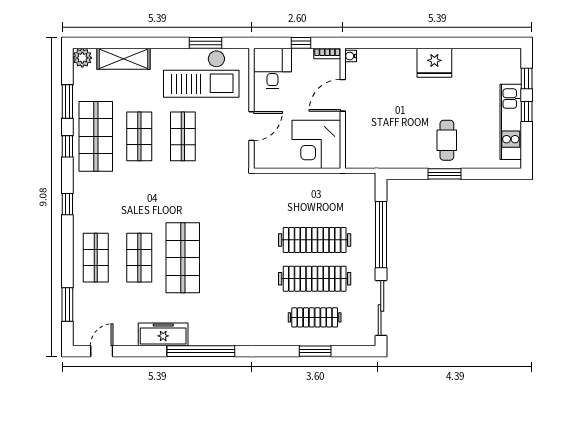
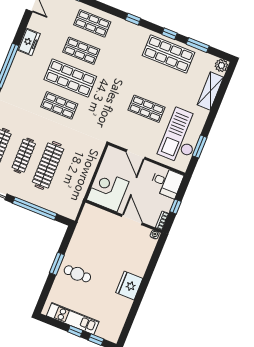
shop shelf: (139, 136) -> (59, 105), moved
clothes rail: (315, 279) -> (24, 156), width x0.73, depth x0.76
freezer: (163, 334) -> (29, 42), width x0.71

